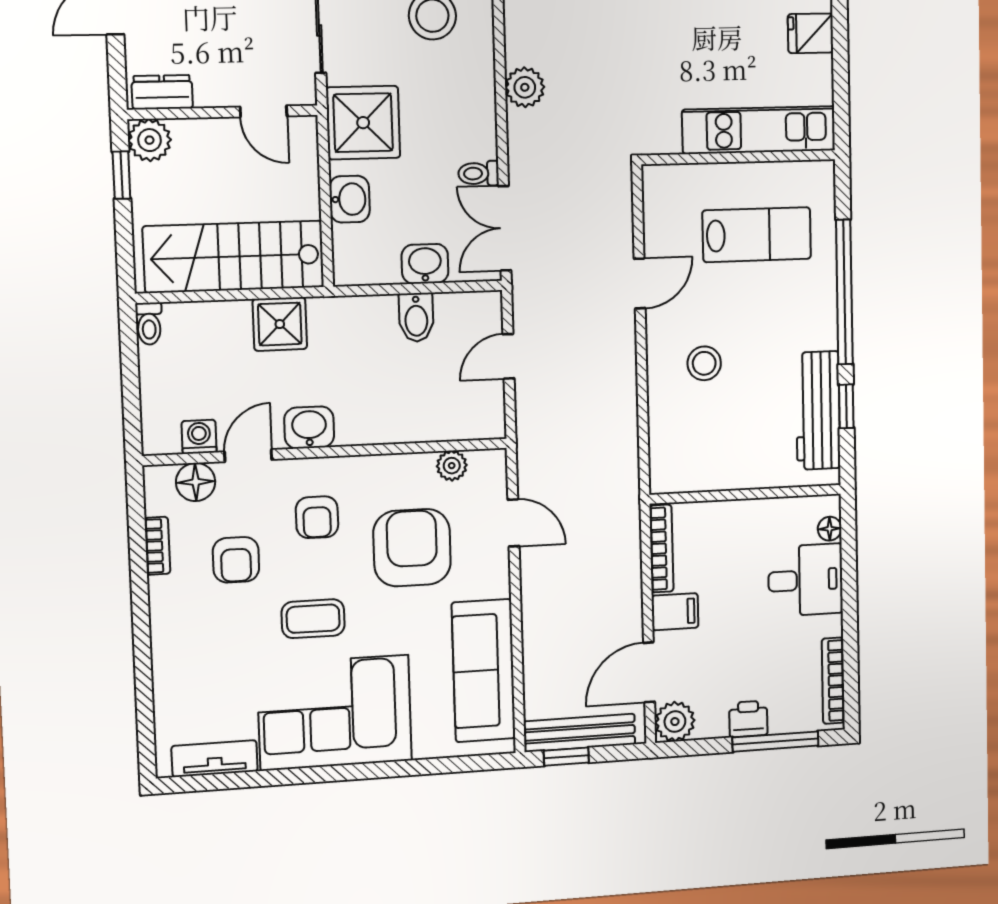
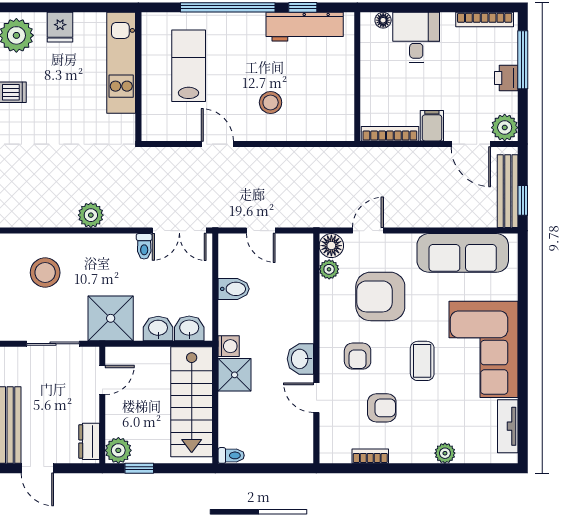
washbasin: (425, 264) -> (189, 328), moved, turned 90
washing machine: (199, 437) -> (229, 346), moved, turned 180
floor lamp: (196, 482) -> (331, 246), moved
armchair: (317, 517) -> (358, 356), turned 90
plant: (167, 663) -> (445, 453), added

